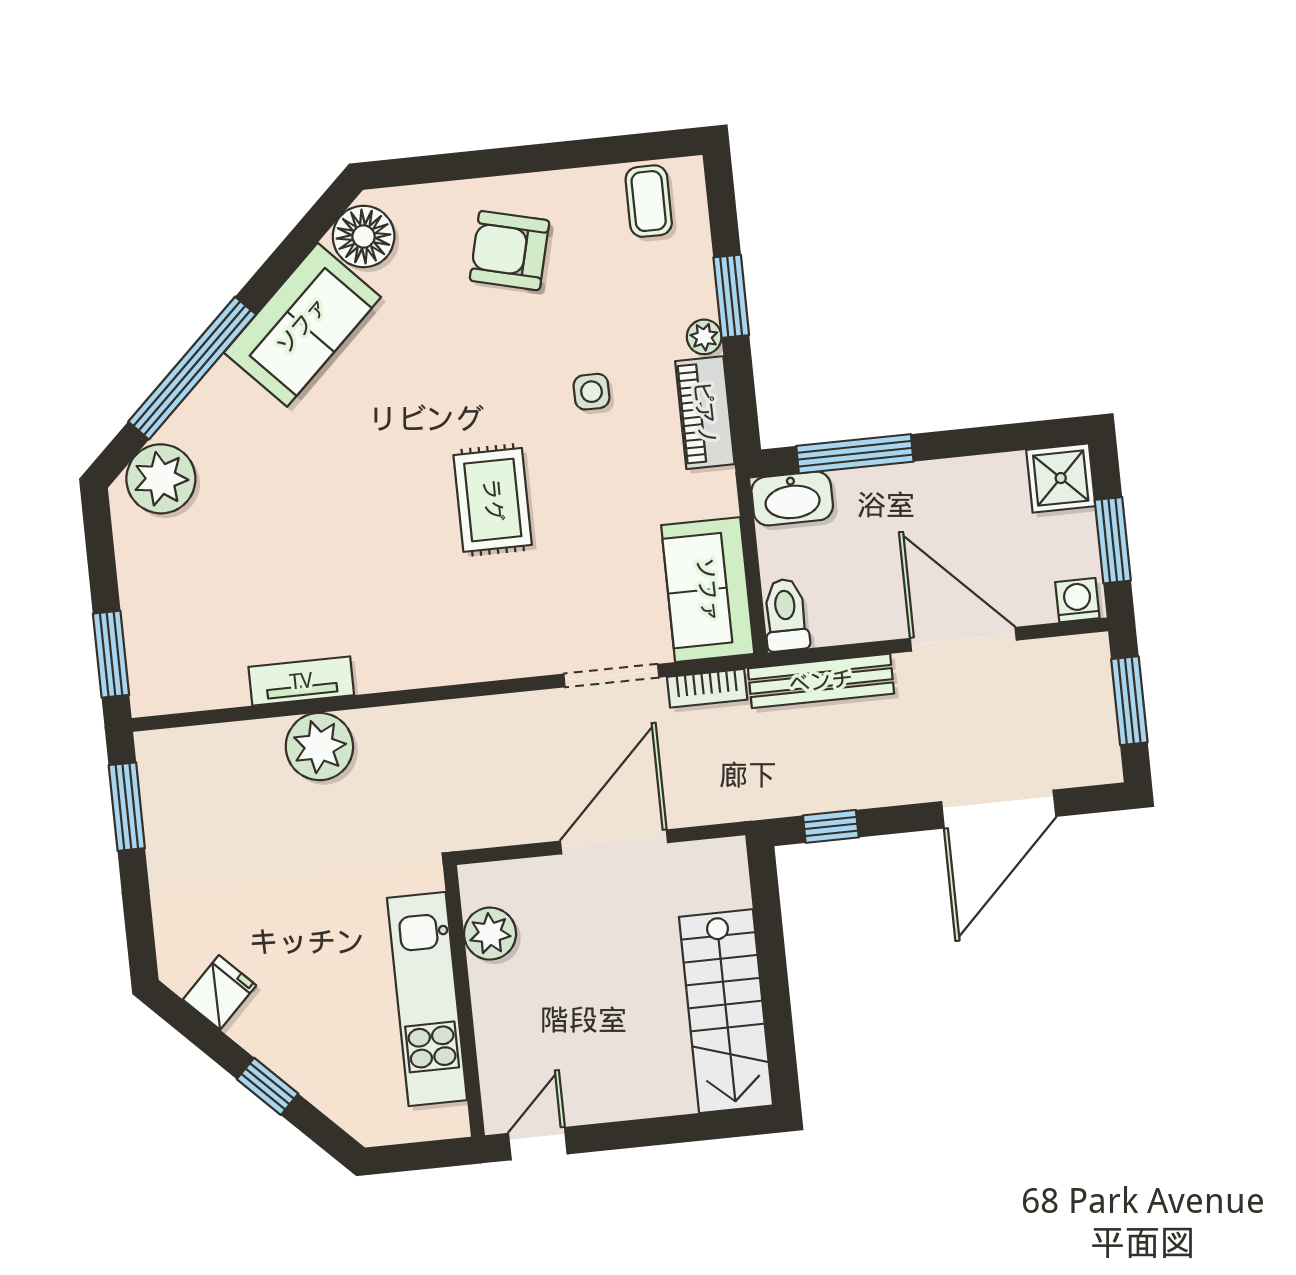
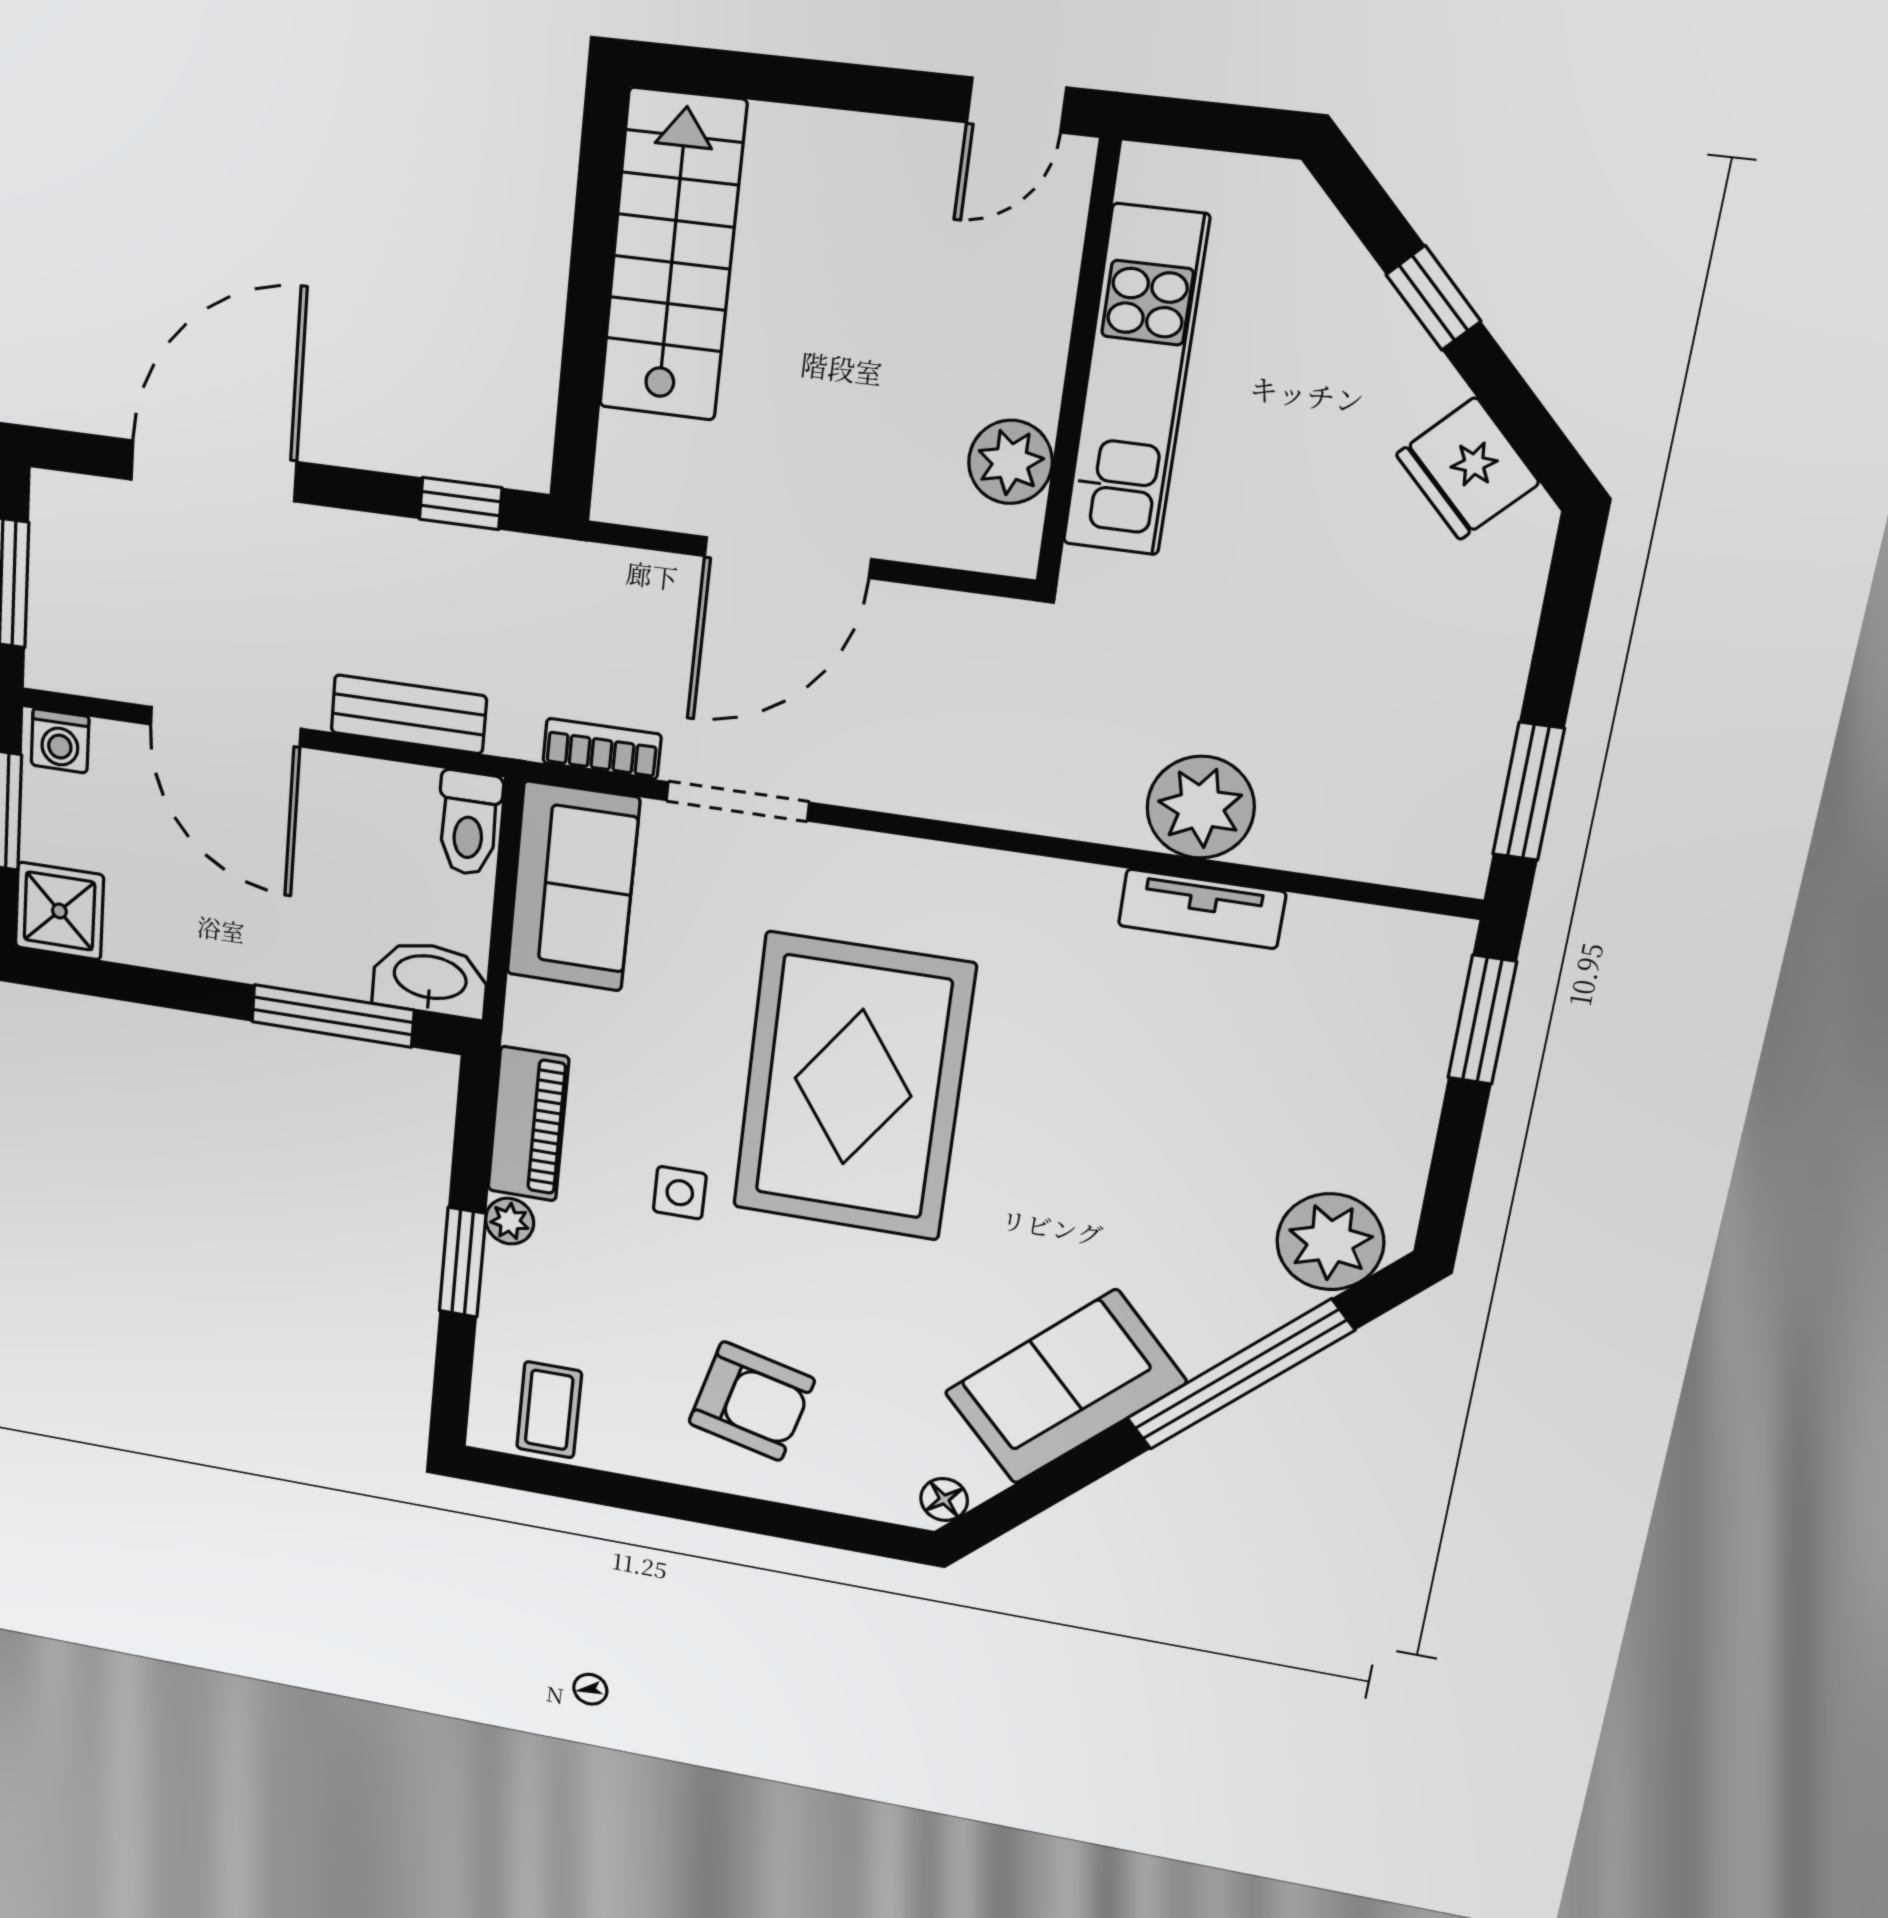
floor lamp: (364, 237) -> (944, 1499), width x0.53, depth x0.53
rug: (493, 500) -> (853, 1087), width x1.86, depth x2.06
bench: (821, 681) -> (409, 714), width x0.73
fridge: (219, 992) -> (1468, 469), width x1.38

